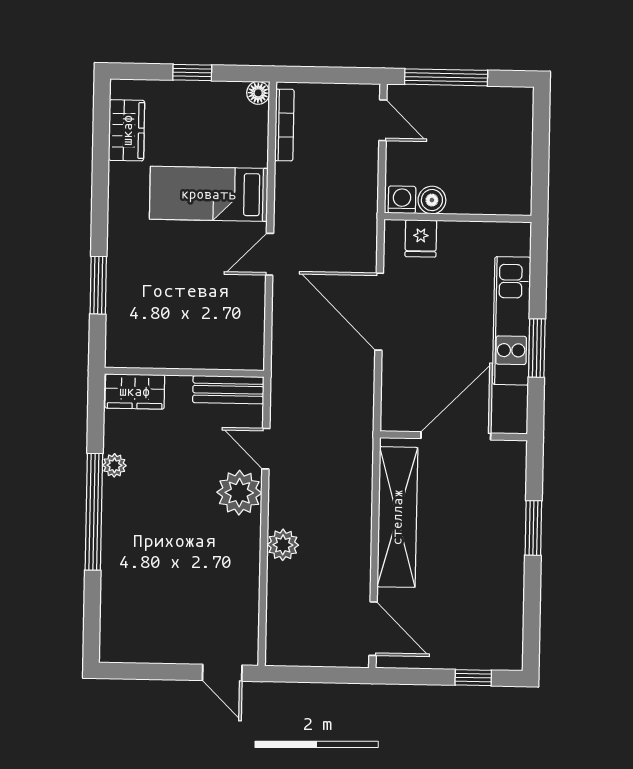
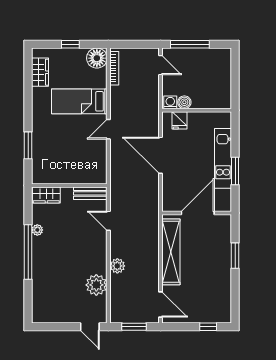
floor lamp: (258, 93) -> (97, 58), width x1.89, depth x1.89
plant: (239, 493) -> (96, 285), moved
window: (316, 675) -> (134, 327), added

